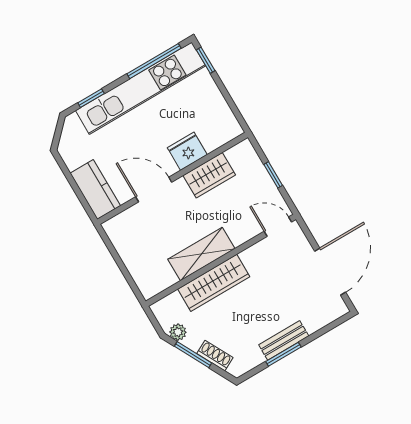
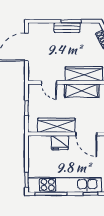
wardrobe: (209, 175) -> (56, 125), width x1.50
door: (278, 227) -> (49, 82), moved

